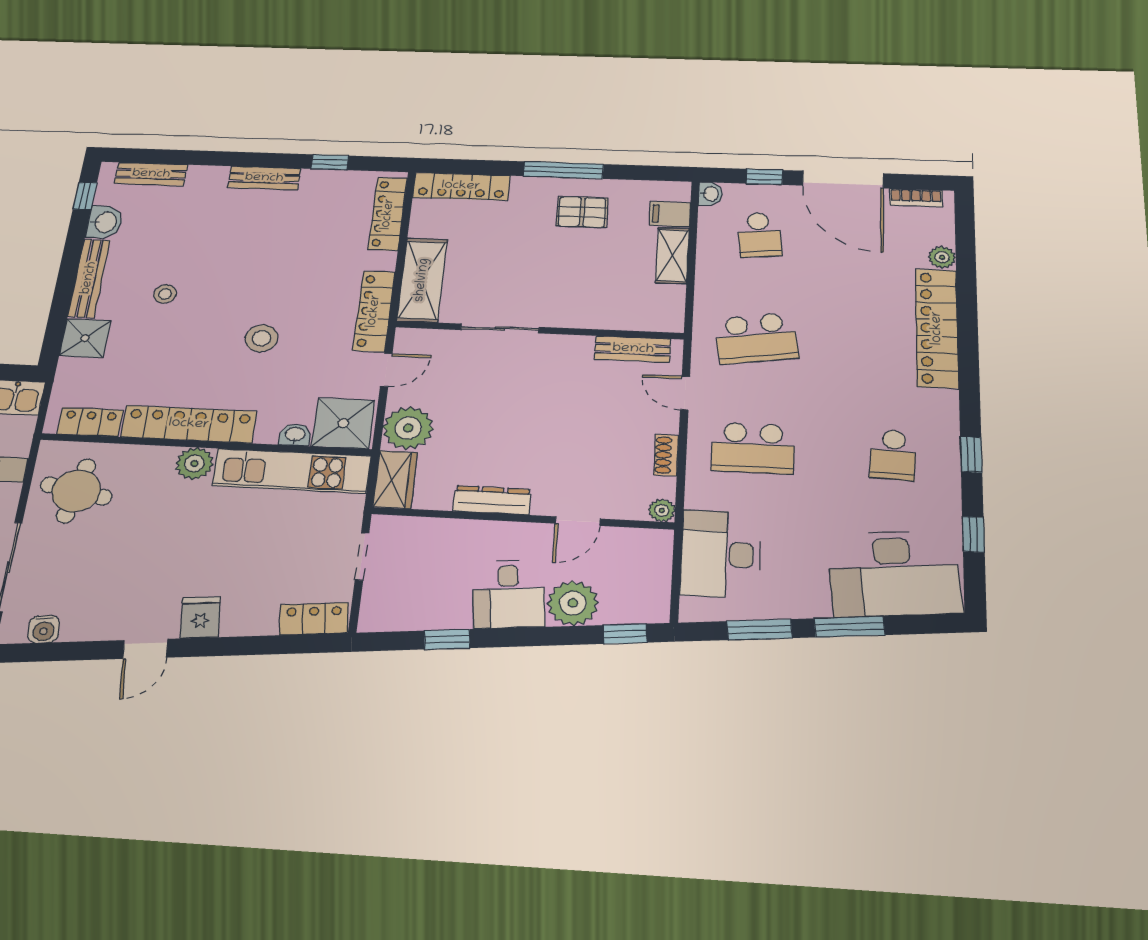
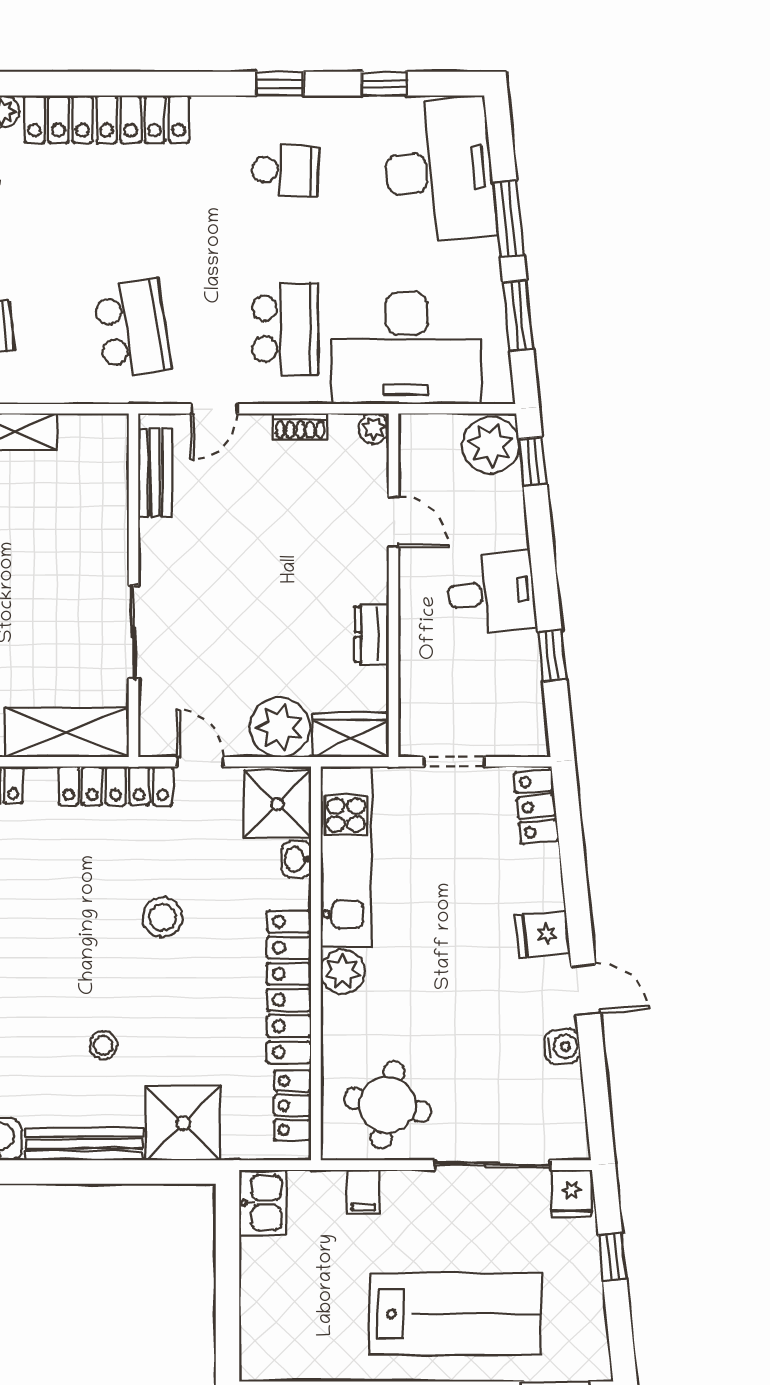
shower: (85, 338) -> (183, 1123), width x1.36, depth x1.36
dresser: (492, 500) -> (372, 634), width x0.70
desk: (720, 554) -> (406, 348), width x1.36, depth x1.30
plant: (573, 603) -> (491, 445), moved
water cooler: (44, 629) -> (563, 1047), moved

